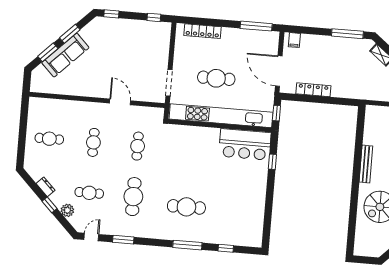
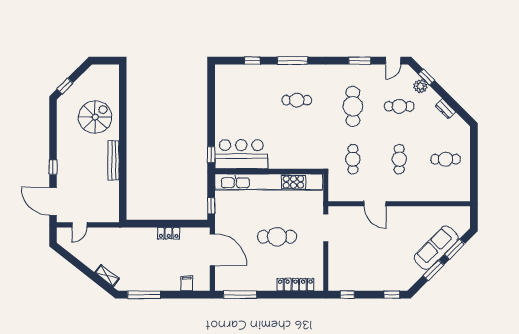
filing cabinet: (294, 40) -> (187, 283), moved
locker: (313, 90) -> (169, 233), width x0.66
kitchen unit: (221, 116) -> (269, 182), moved
wall: (220, 126) -> (269, 171), moved
bar counter: (245, 144) -> (241, 154), moved
window: (50, 205) -> (426, 77), moved
cafe table: (186, 207) -> (297, 100), width x0.73, depth x0.74

